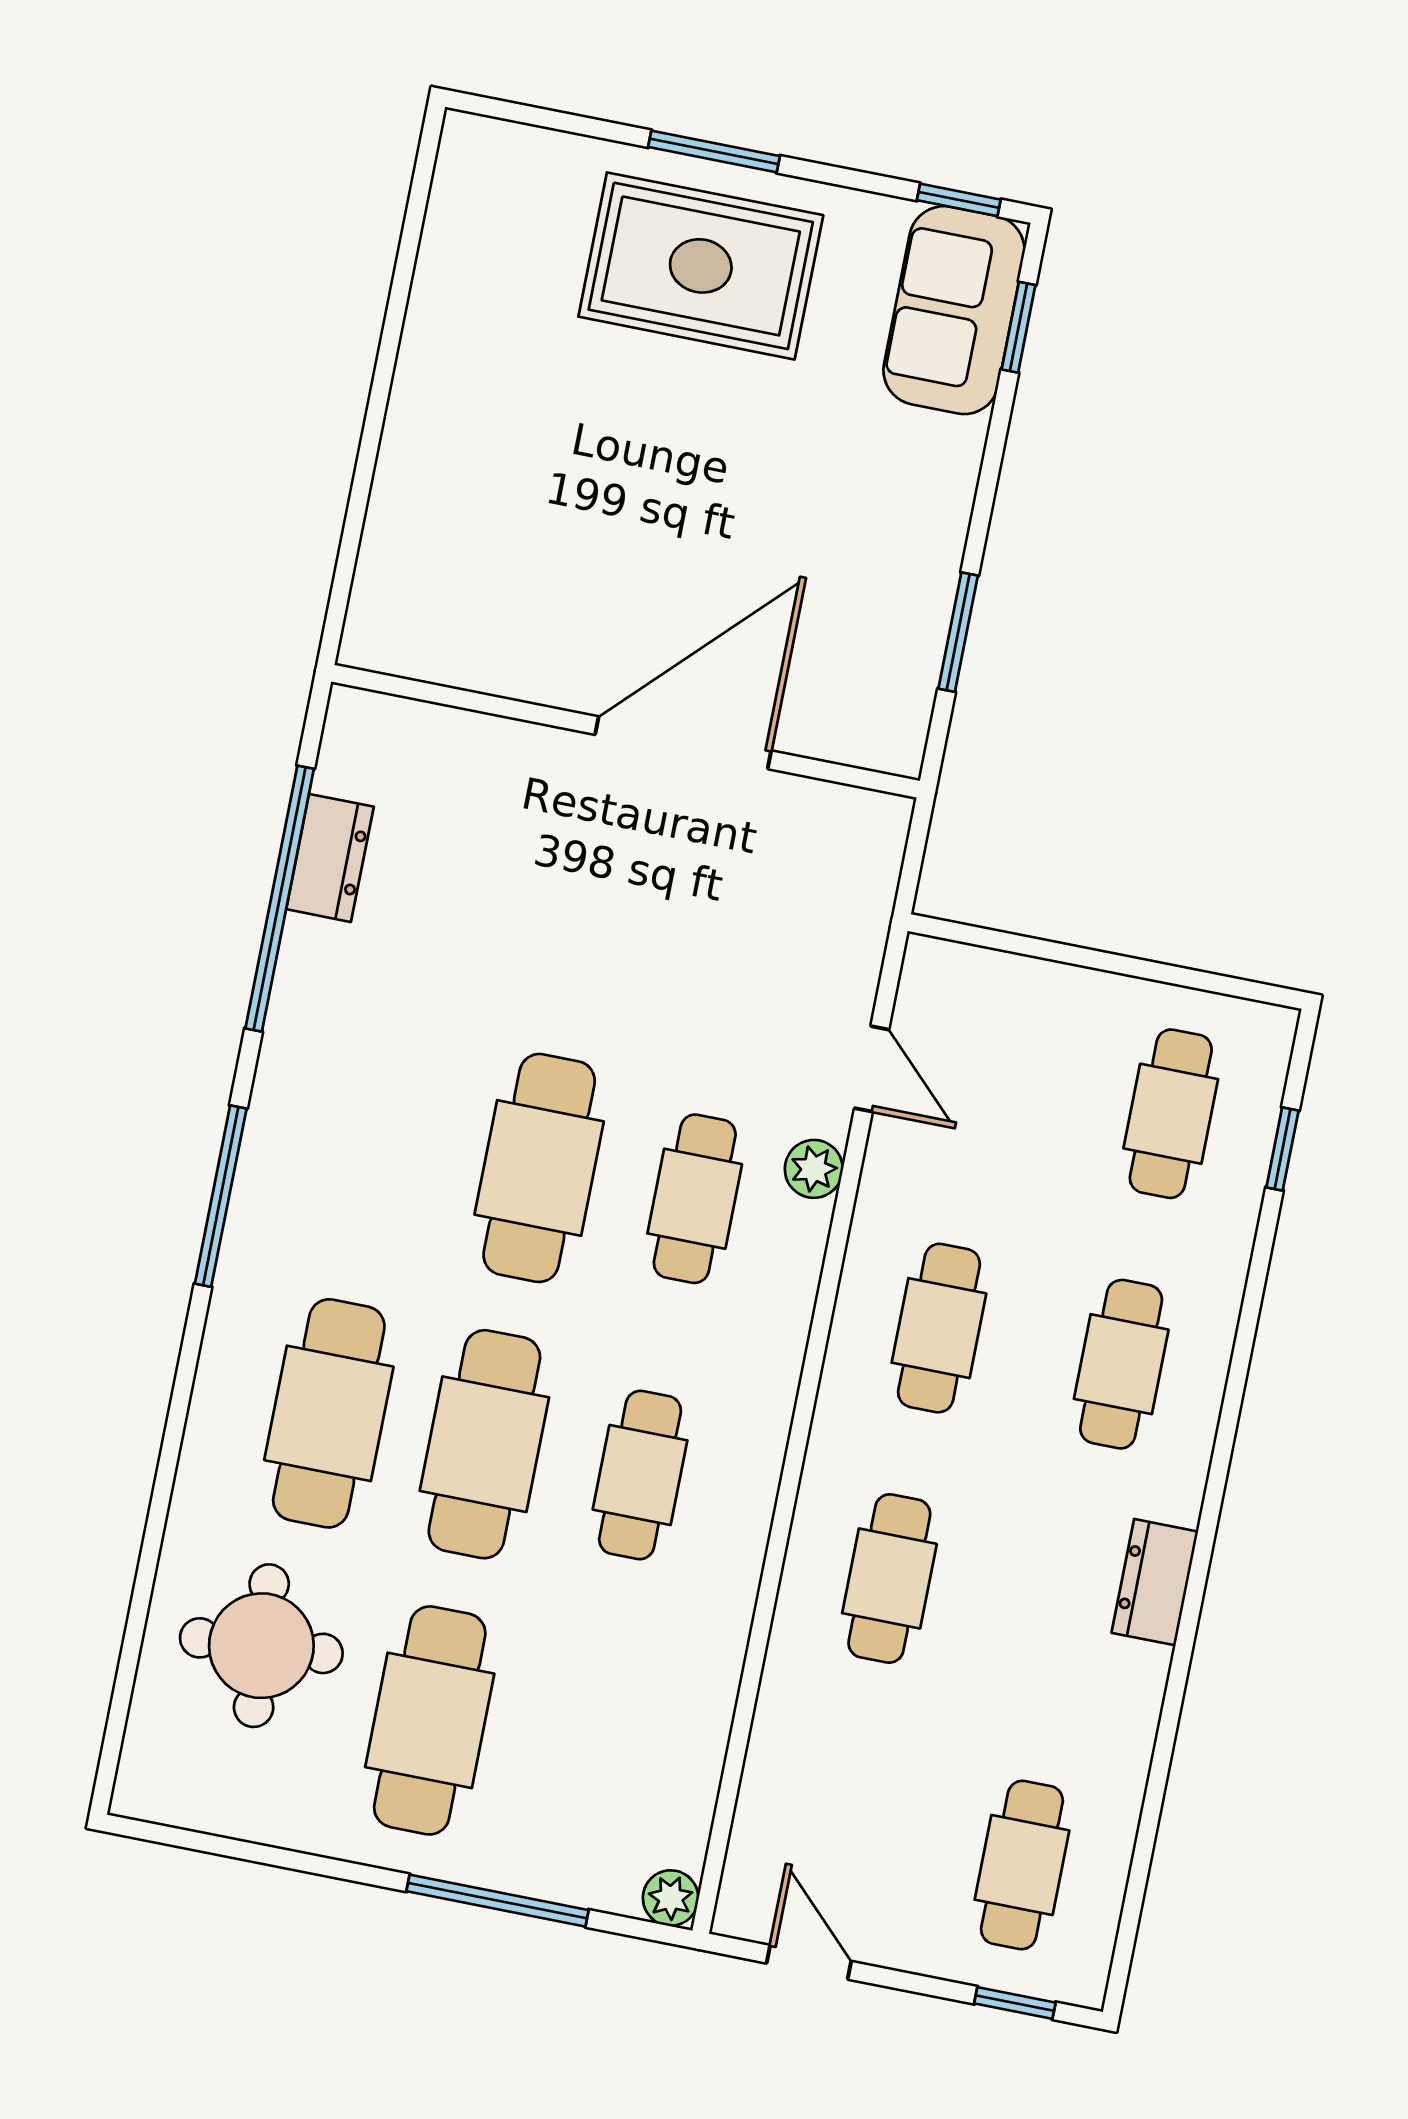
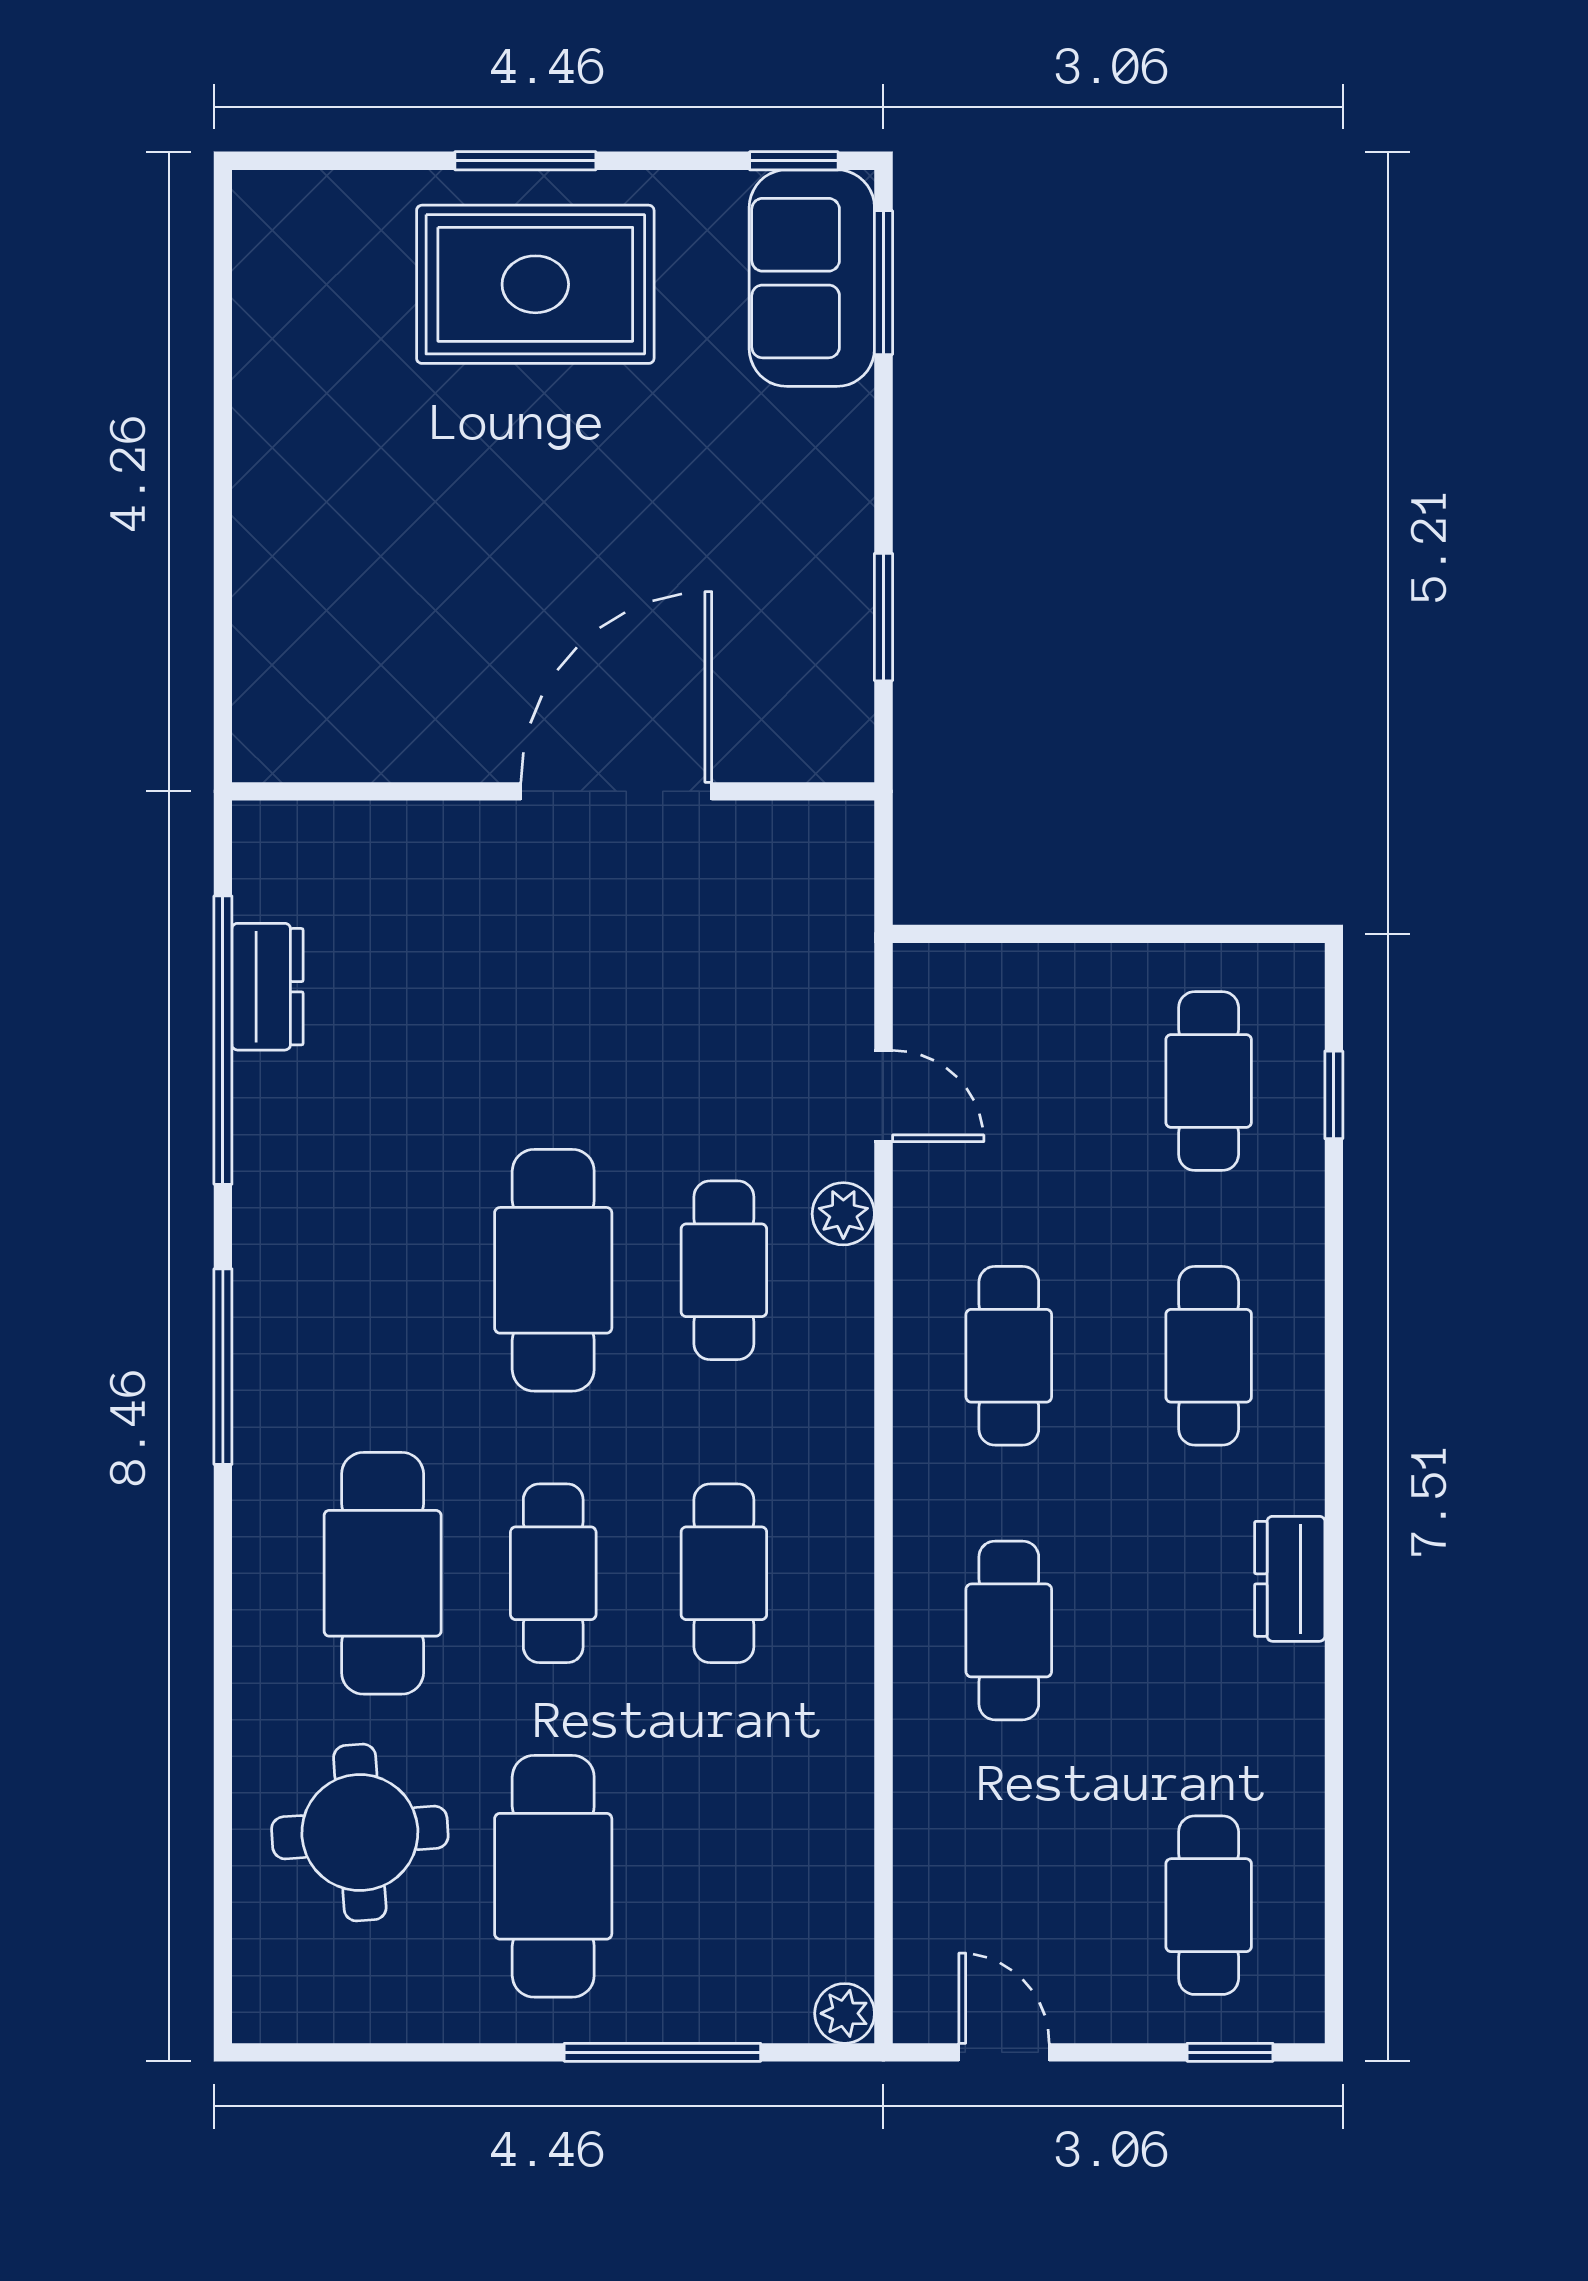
window: (1018, 327) -> (883, 283), width x1.50
cafe table: (484, 1444) -> (553, 1573), width x0.73, depth x0.74

